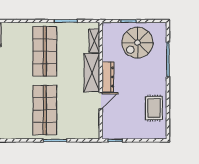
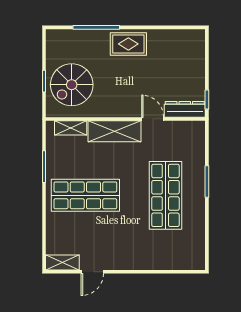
spiral stairs: (137, 43) -> (72, 85), moved, turned 90
dresser: (108, 77) -> (185, 109), moved
rug: (154, 108) -> (128, 44), moved
shop shelf: (45, 110) -> (165, 195), turned 90

